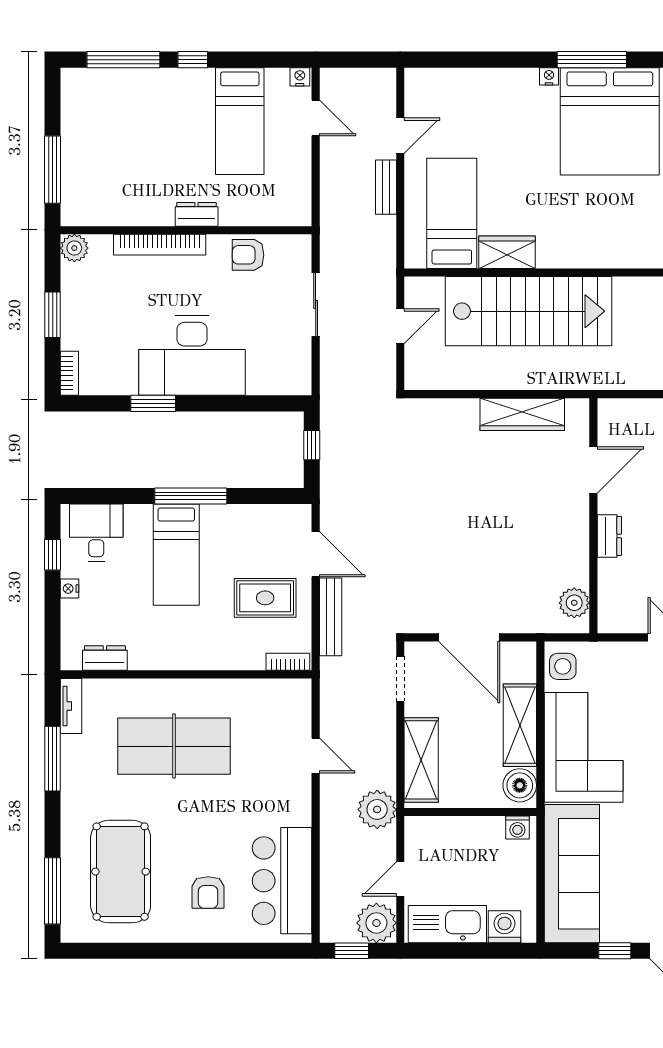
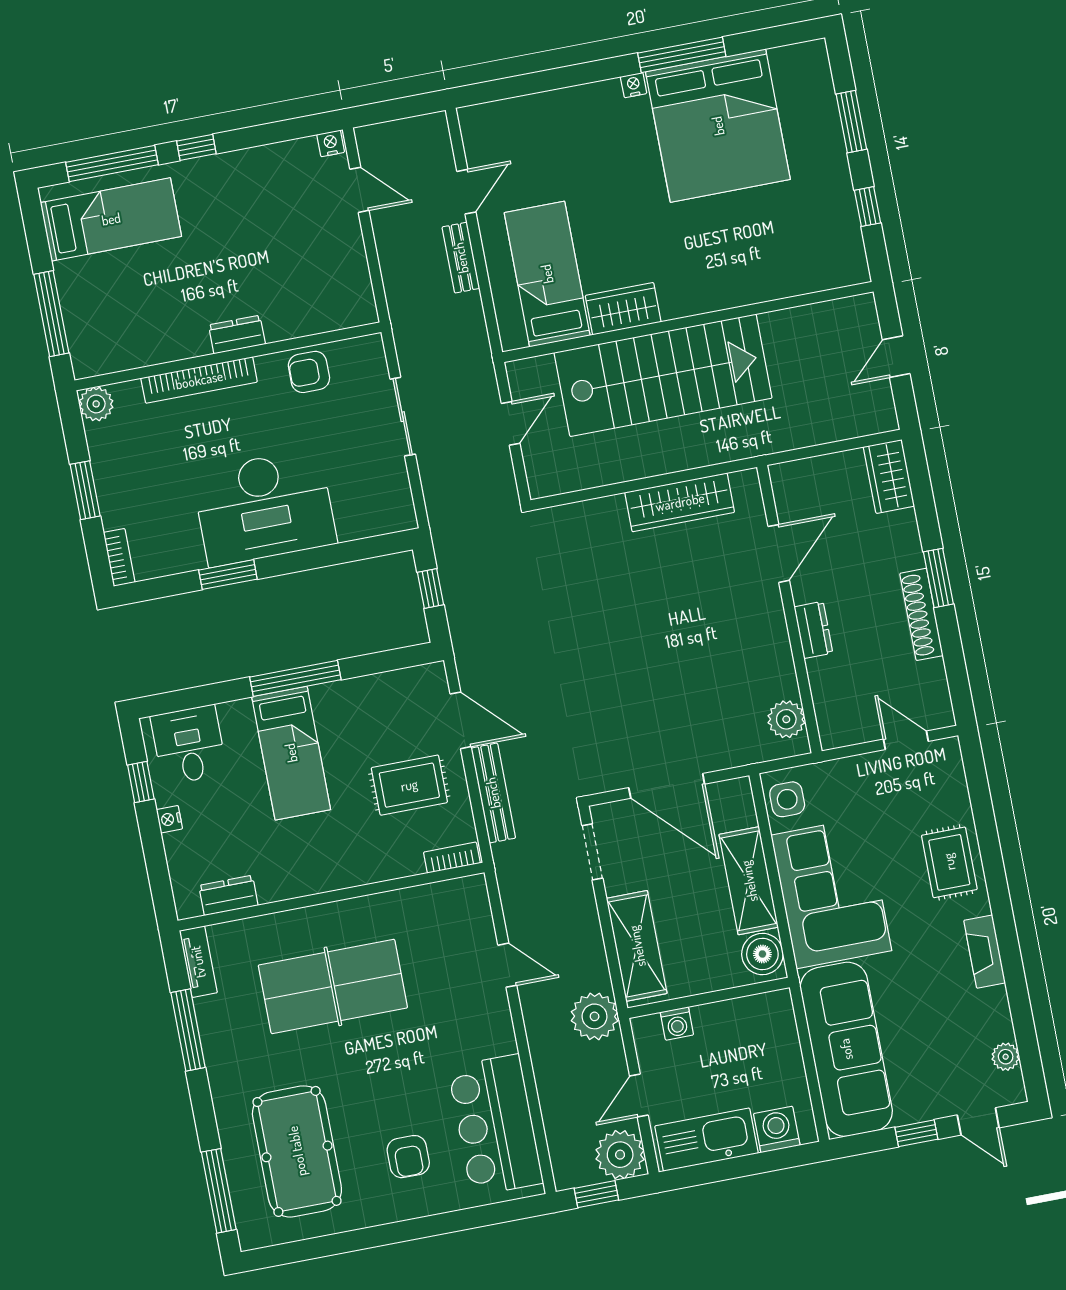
bed: (240, 121) -> (111, 219), moved, turned -90
washing machine: (517, 828) -> (677, 1023), moved

